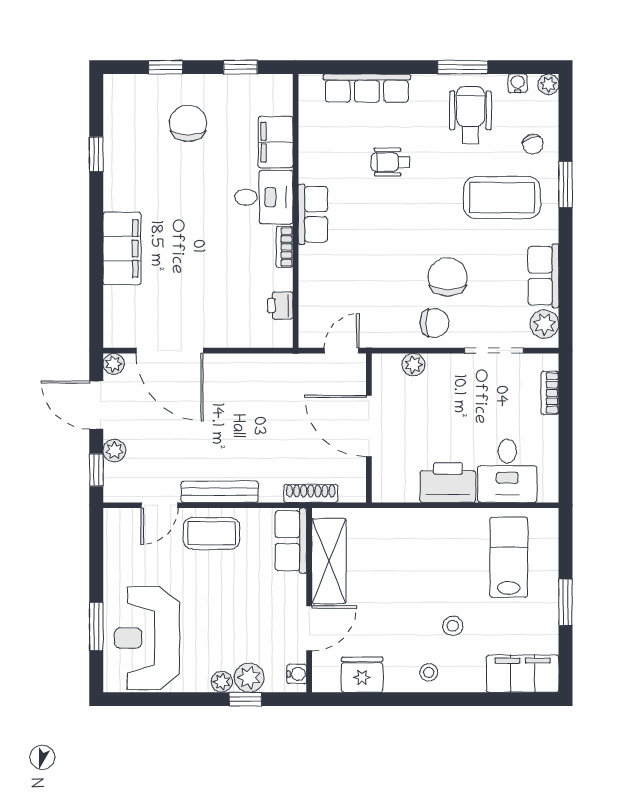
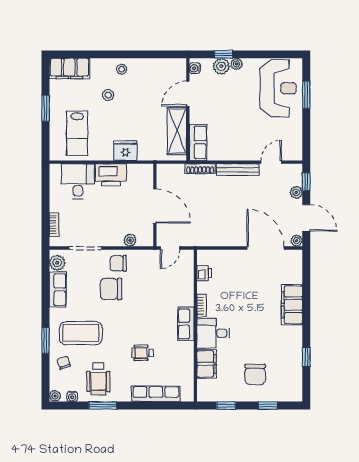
wheelchair: (391, 162) -> (143, 353), turned 180
chair: (448, 277) -> (111, 289), turned 90
shoe rack: (311, 493) -> (200, 169), moved
coffee table: (211, 533) -> (242, 146), removed
fridge: (362, 675) -> (125, 151), moved, turned 180

